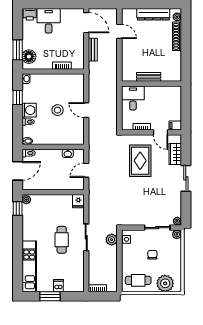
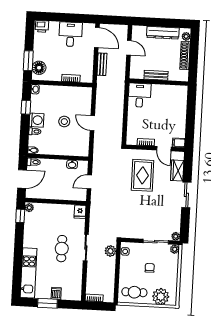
desk: (49, 21) -> (70, 34), moved
bench: (149, 77) -> (156, 75), moved
wall: (152, 84) -> (159, 82), moved
desk: (133, 98) -> (140, 95), moved

